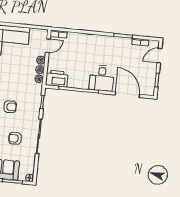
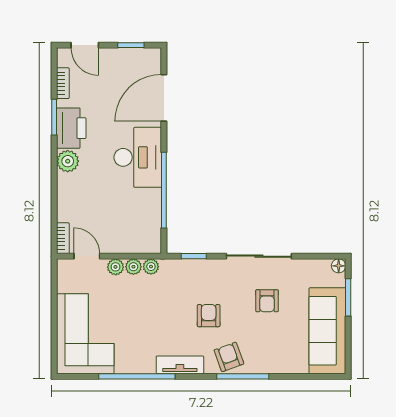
plant: (99, 41) -> (68, 161), added
printer: (57, 78) -> (71, 128), moved, turned 180
desk: (102, 78) -> (138, 157), width x1.37

